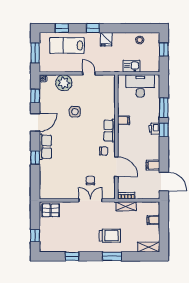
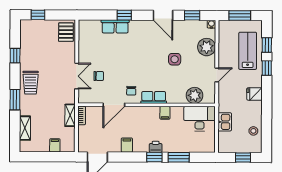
window: (93, 28) -> (267, 68), moved
desk: (140, 86) -> (200, 119), moved, turned -90
plant: (108, 94) -> (195, 95), added
row of seats: (45, 147) -> (115, 26), moved
filing cabinet: (153, 165) -> (127, 145), moved
trolley: (110, 236) -> (31, 83), moved
shelving: (149, 247) -> (25, 128), moved

